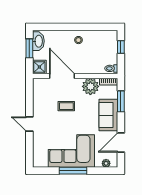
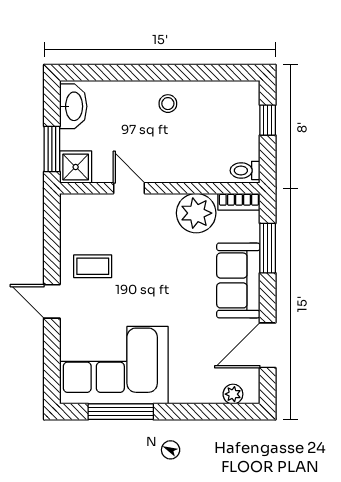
window: (29, 48) -> (52, 149), moved
door: (62, 76) -> (129, 188), width x0.53
coffee table: (66, 106) -> (93, 266), moved
corner sofa: (71, 151) -> (114, 365), moved
window: (73, 171) -> (121, 412), moved

